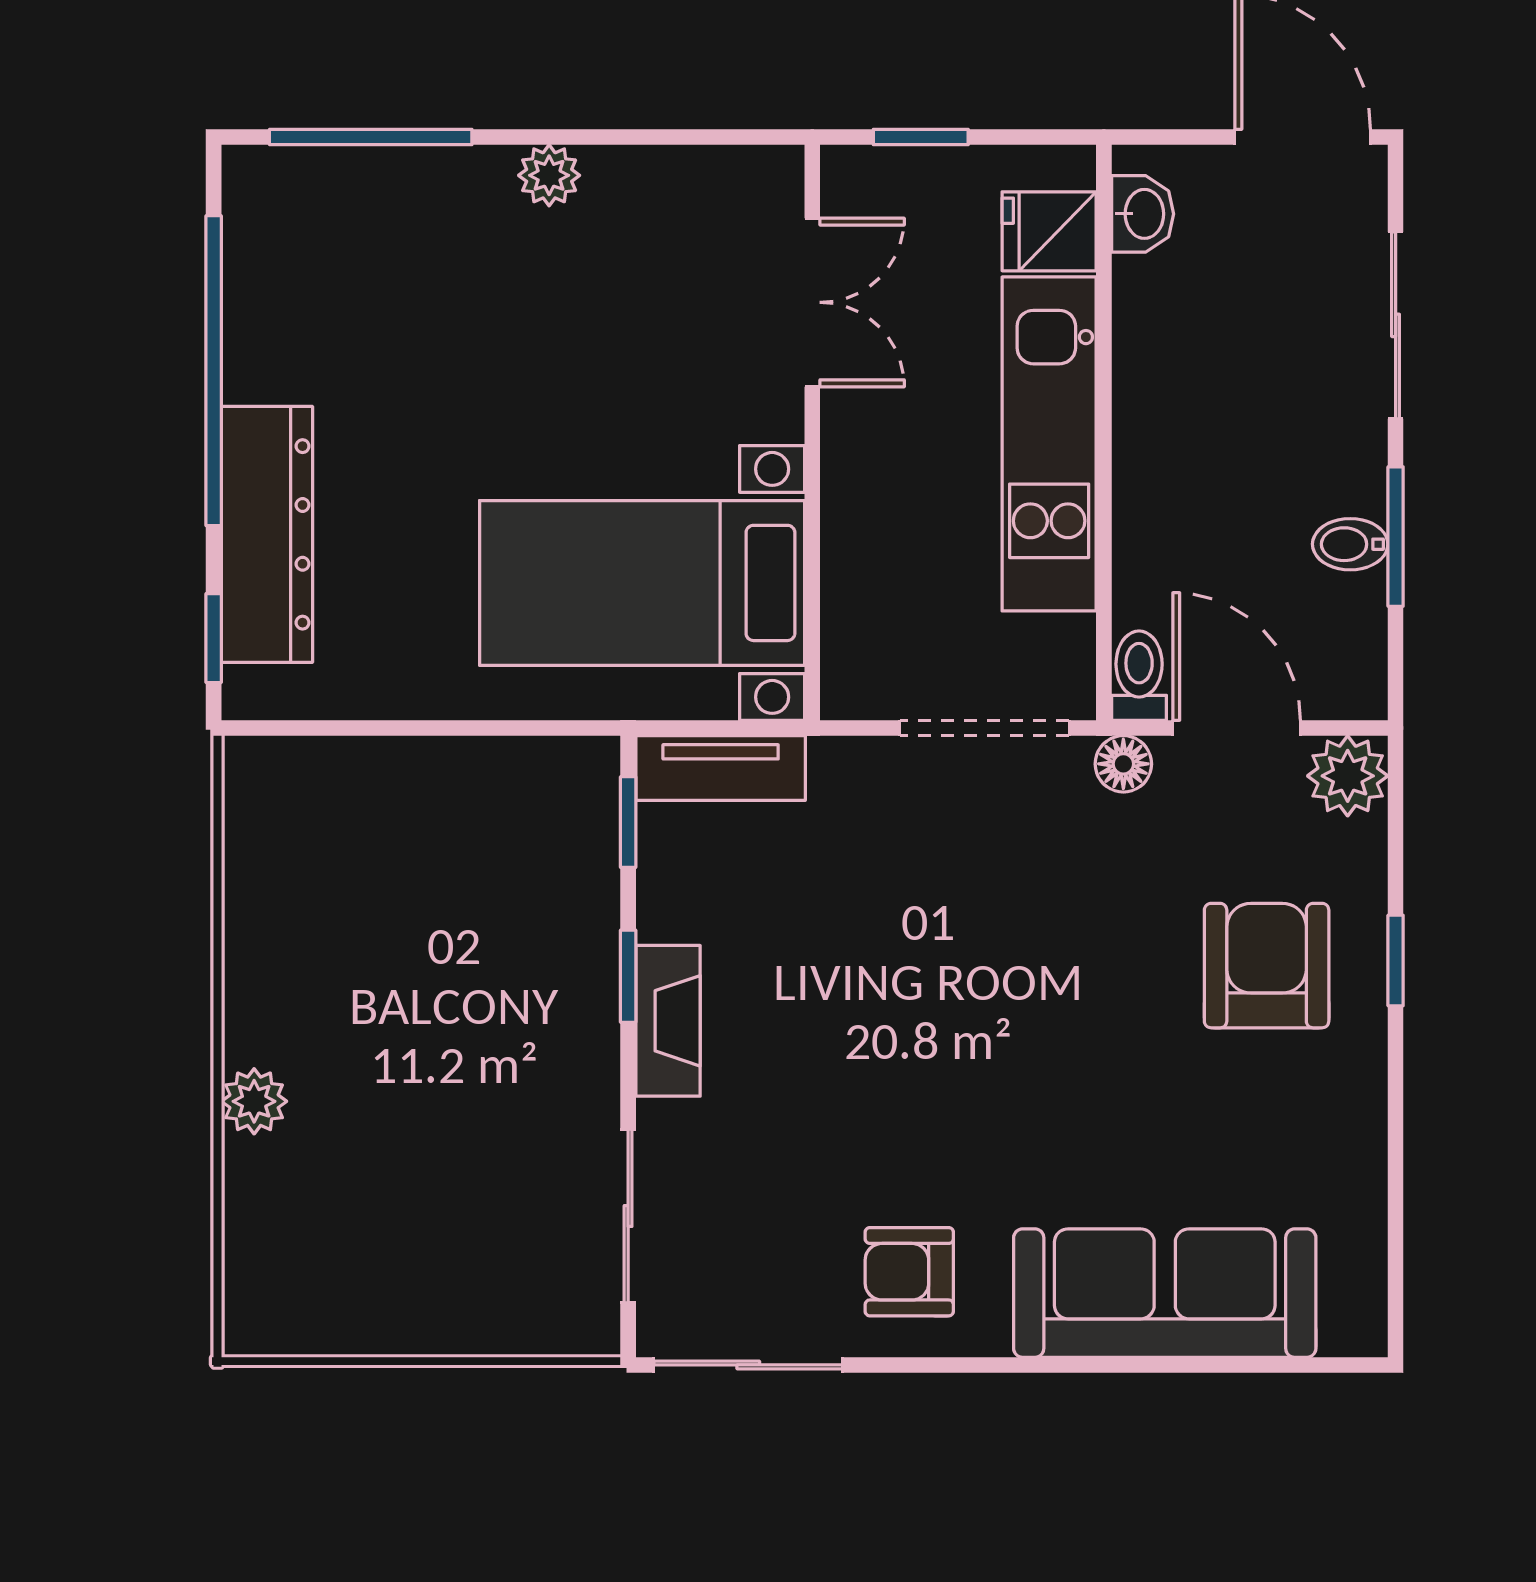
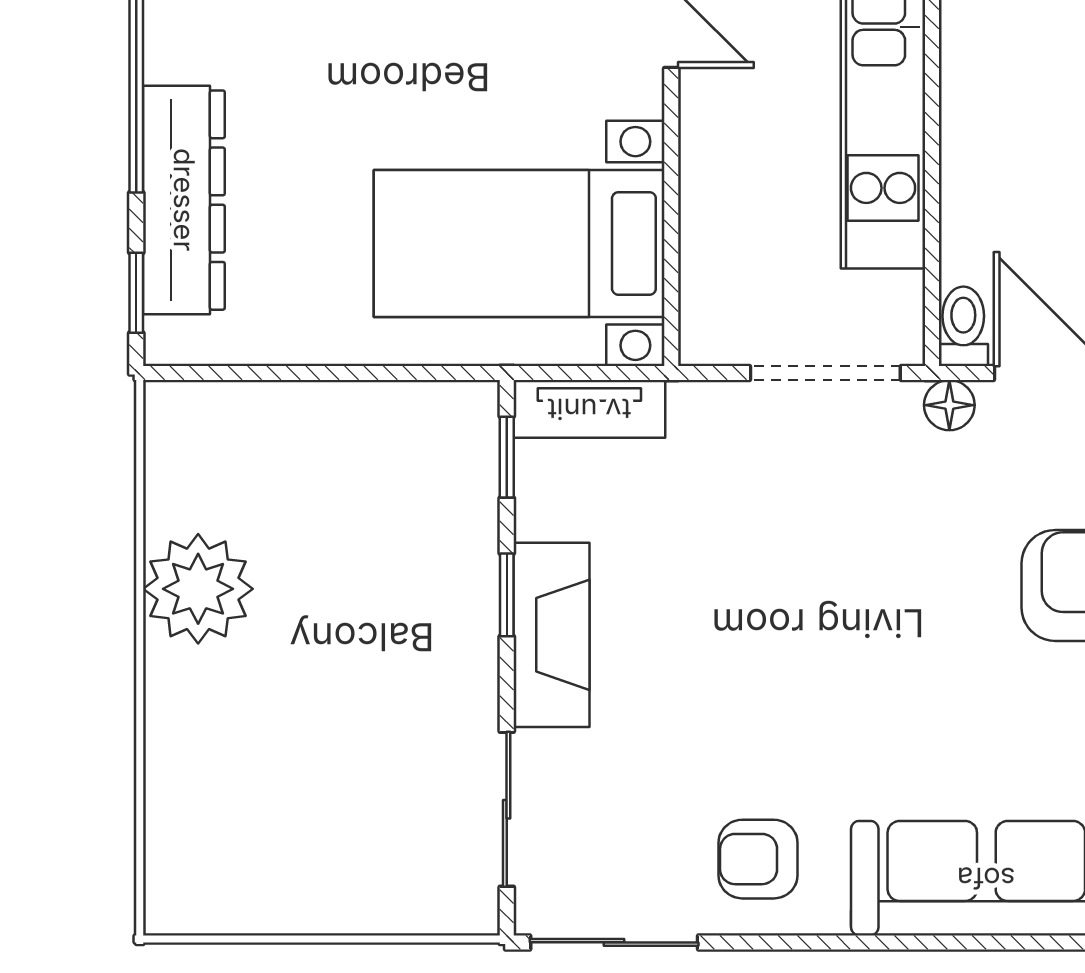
fireplace: (668, 1021) -> (551, 635), width x1.37, depth x1.32
plant: (254, 1101) -> (198, 589), moved, width x1.88, depth x1.88

